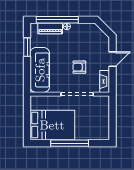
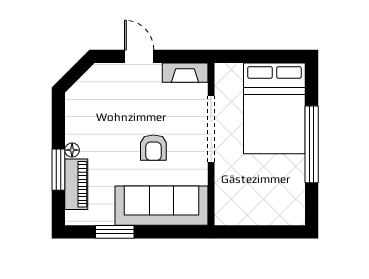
window: (57, 20) -> (58, 170), width x0.47
armchair: (79, 67) -> (153, 148), moved
bed: (52, 125) -> (274, 108), moved, turned 180

